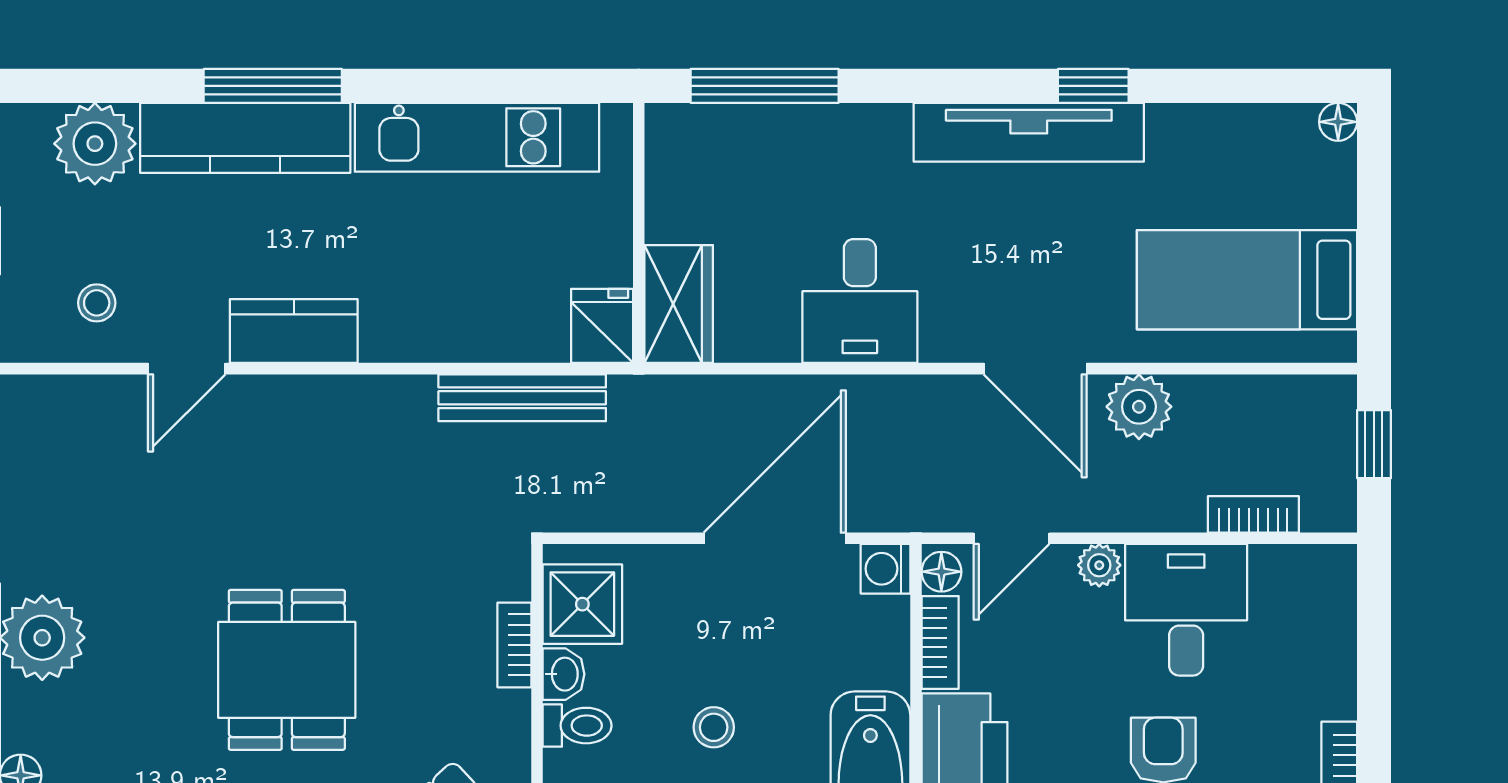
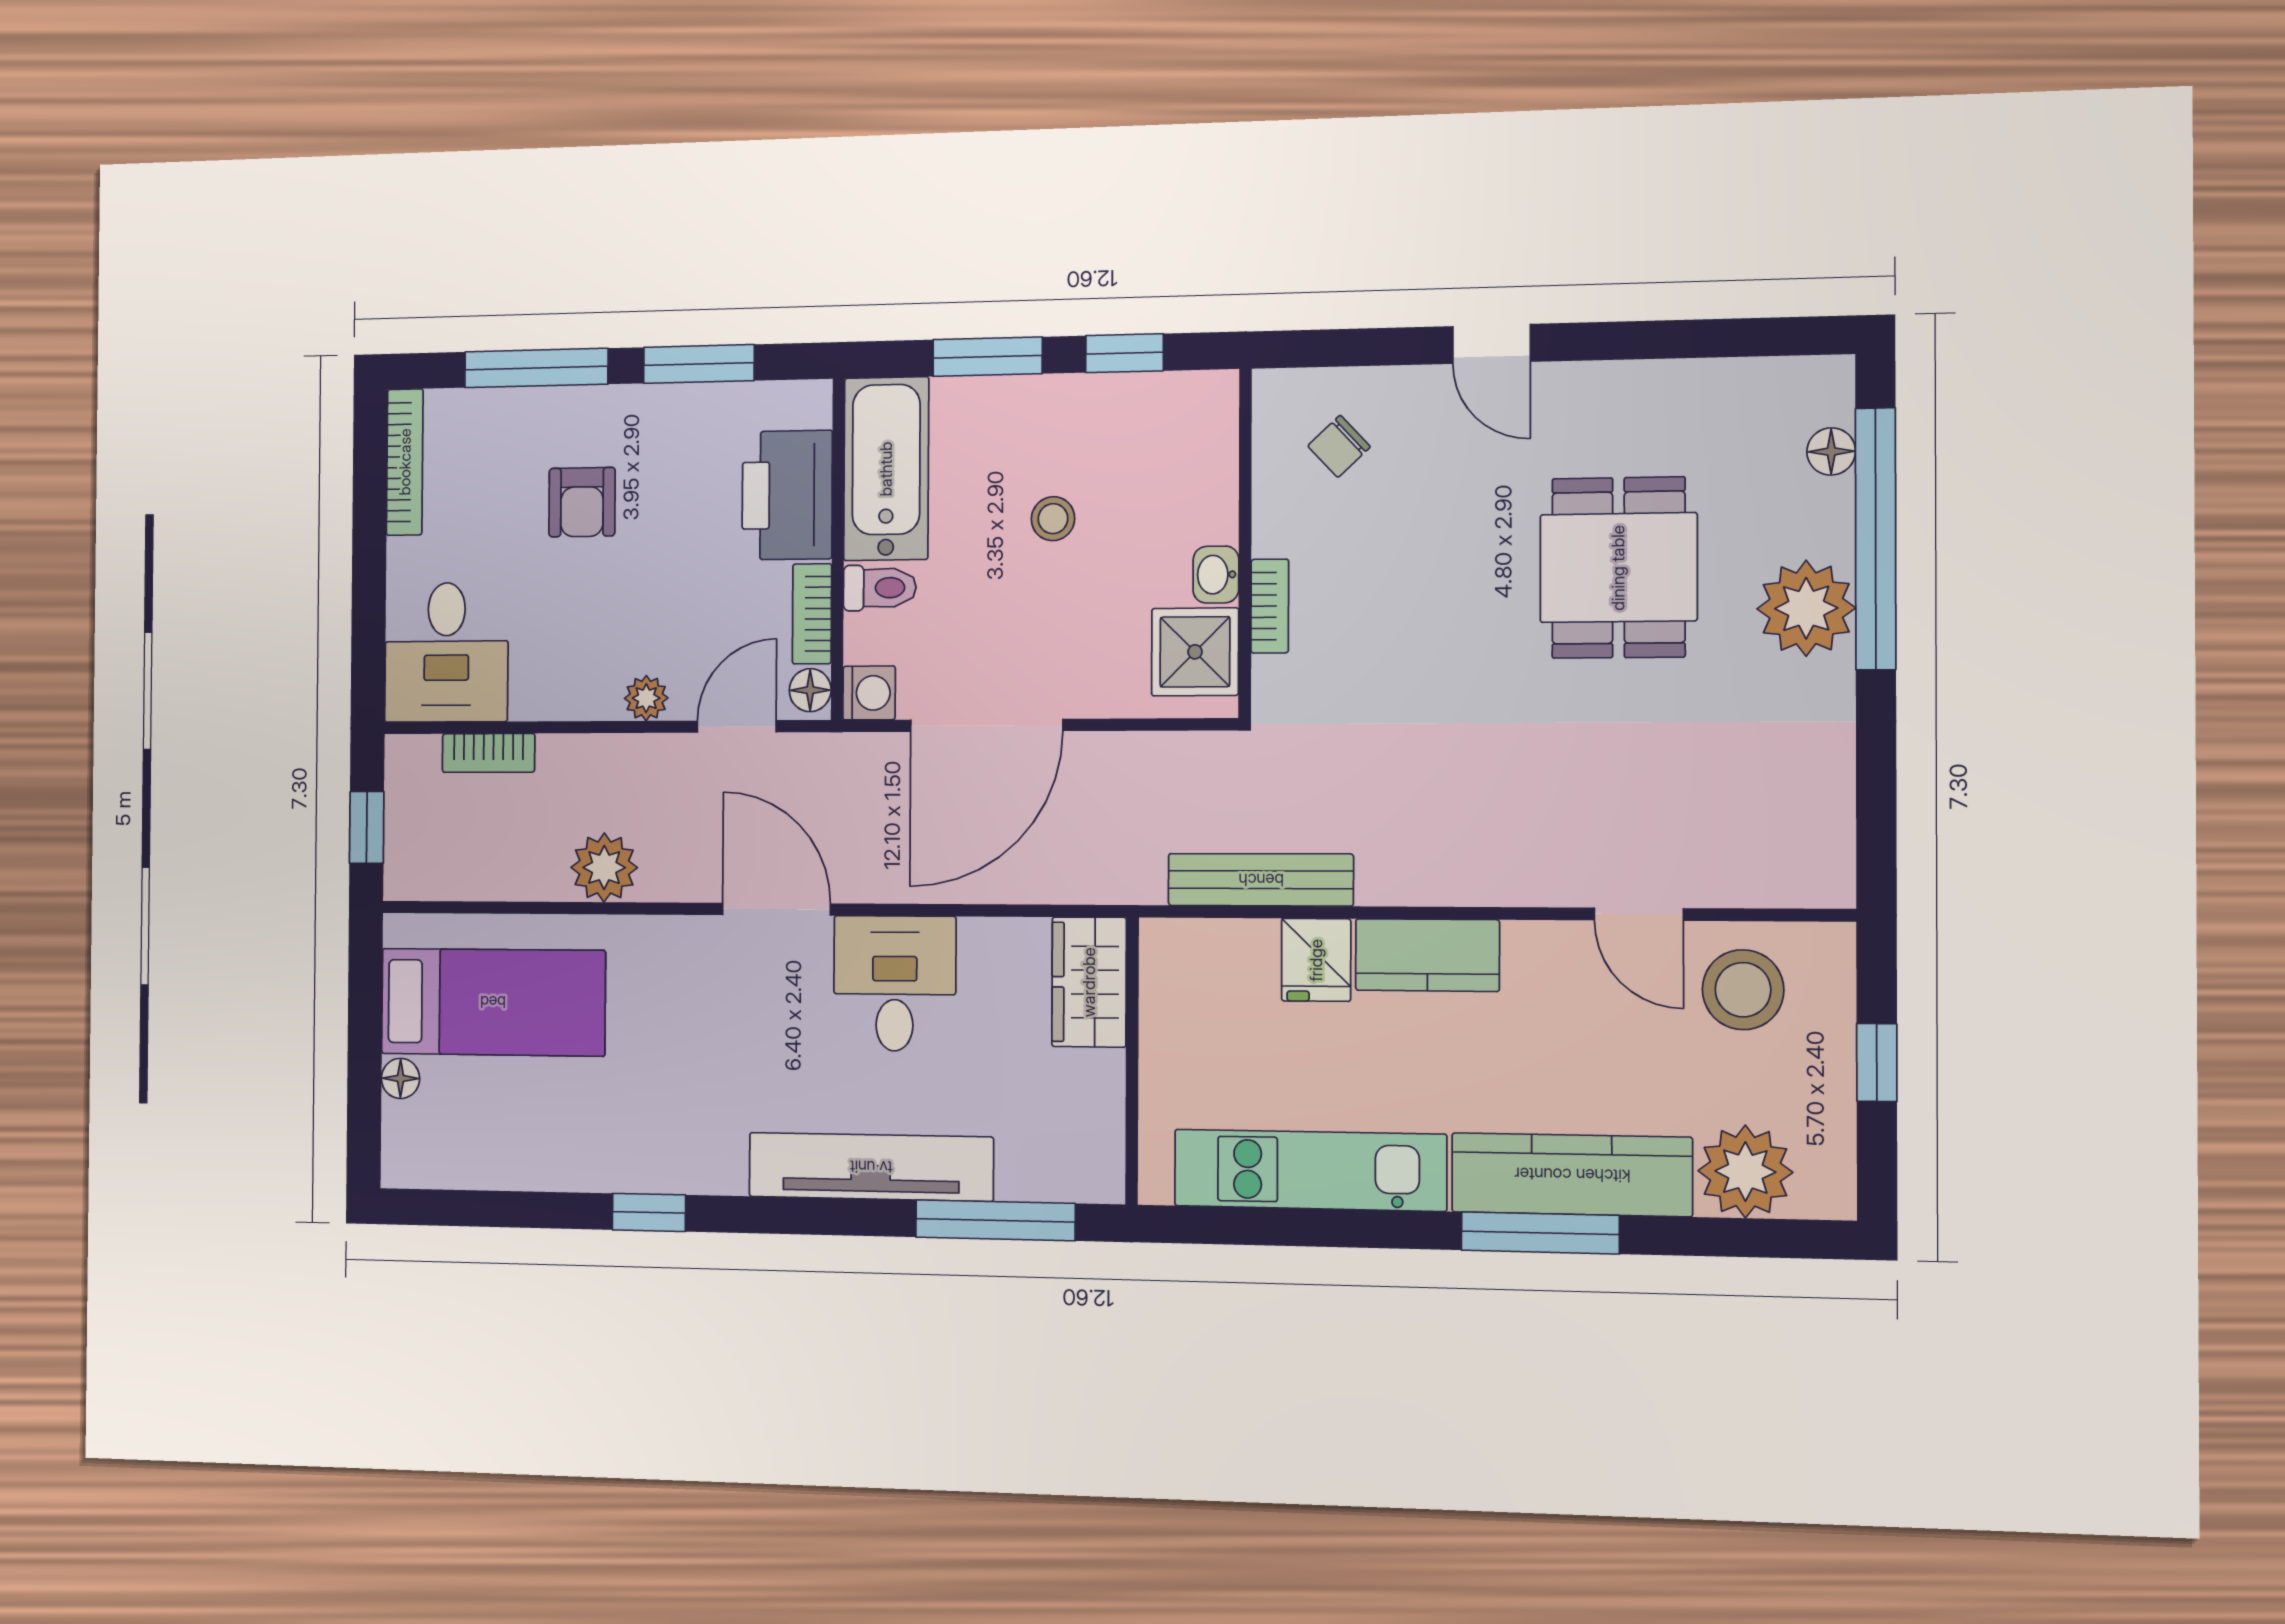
floor lamp: (1338, 122) -> (400, 1078), moved
tv unit: (1029, 132) -> (871, 1167), moved
stool: (97, 303) -> (1743, 990), width x1.89, depth x1.89
fridge: (602, 326) -> (1316, 960), moved
kitchen counter: (294, 331) -> (1427, 955), moved
door: (187, 369) -> (1639, 914), swing flipped
door: (1035, 369) -> (776, 909), moved
desk: (1186, 610) -> (446, 652), moved
dining table: (287, 670) -> (1618, 568), moved
toilet: (577, 726) -> (880, 588), moved, turned 180

